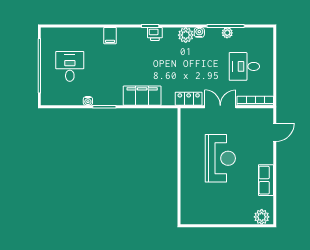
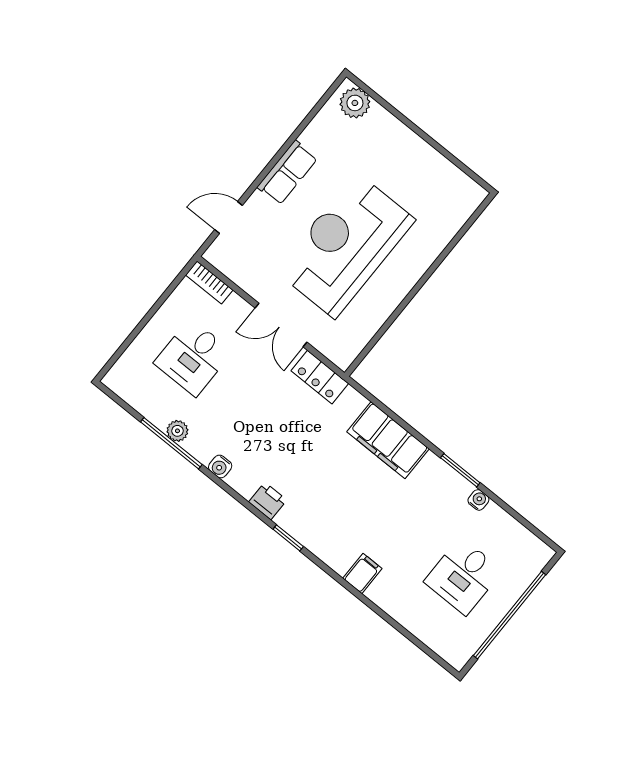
printer: (155, 34) -> (268, 501), moved
plant: (186, 35) -> (245, 480), removed
desk: (244, 66) -> (193, 357), turned 90
bookcase: (255, 101) -> (209, 282), width x0.64
reception desk: (220, 158) -> (345, 245), width x1.36, depth x1.30
row of seats: (266, 180) -> (287, 173), moved

